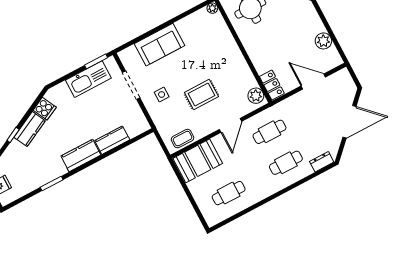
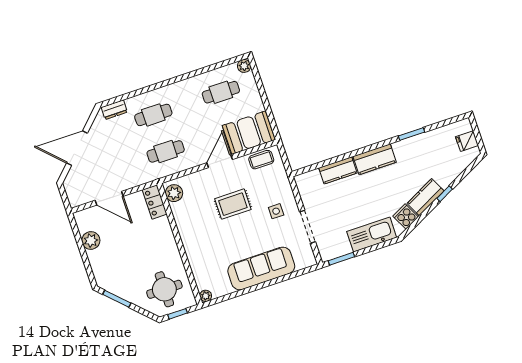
sofa: (159, 45) -> (261, 269), width x1.36
kitchen sink: (88, 79) -> (372, 235), moved
door: (230, 125) -> (220, 161), moved
plant: (212, 220) -> (244, 66), added

